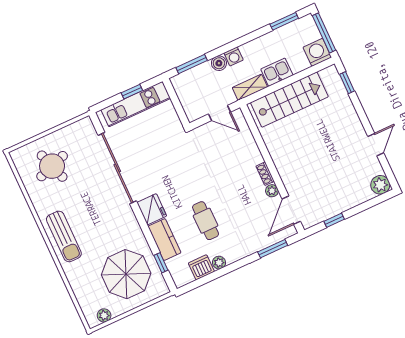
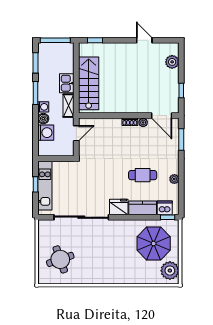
washing machine: (317, 52) -> (46, 133), moved, turned 180
window: (192, 64) -> (36, 93), moved
plant: (380, 185) -> (172, 62), moved
sun lounger: (64, 236) -> (110, 273), removed
window: (161, 263) -> (168, 217), moved
dishwasher: (201, 267) -> (165, 208), moved, turned 90
plant: (104, 315) -> (170, 271), width x1.88, depth x1.88

